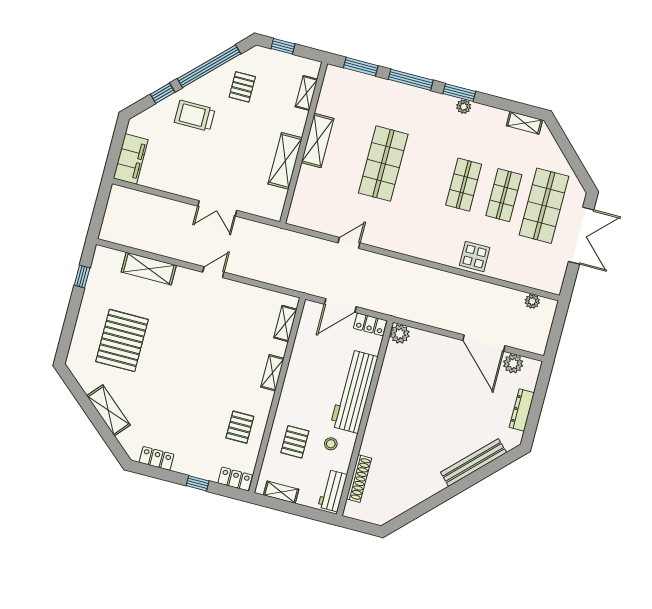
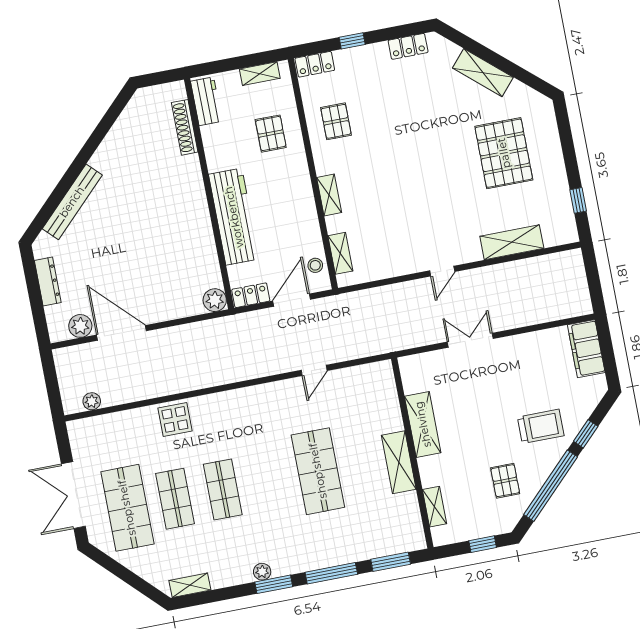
stool: (331, 444) -> (315, 265), moved

